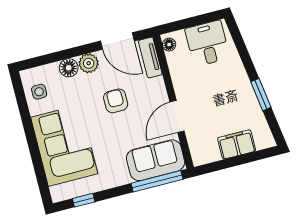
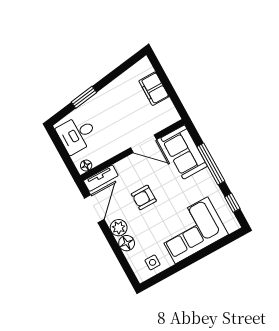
window: (261, 95) -> (84, 97), moved
window: (157, 181) -> (211, 164), moved

